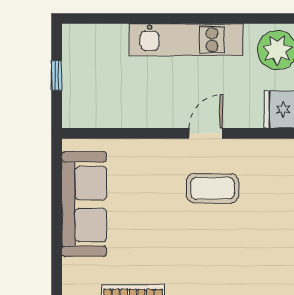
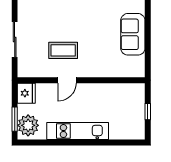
sofa: (84, 204) -> (133, 34), width x0.73

